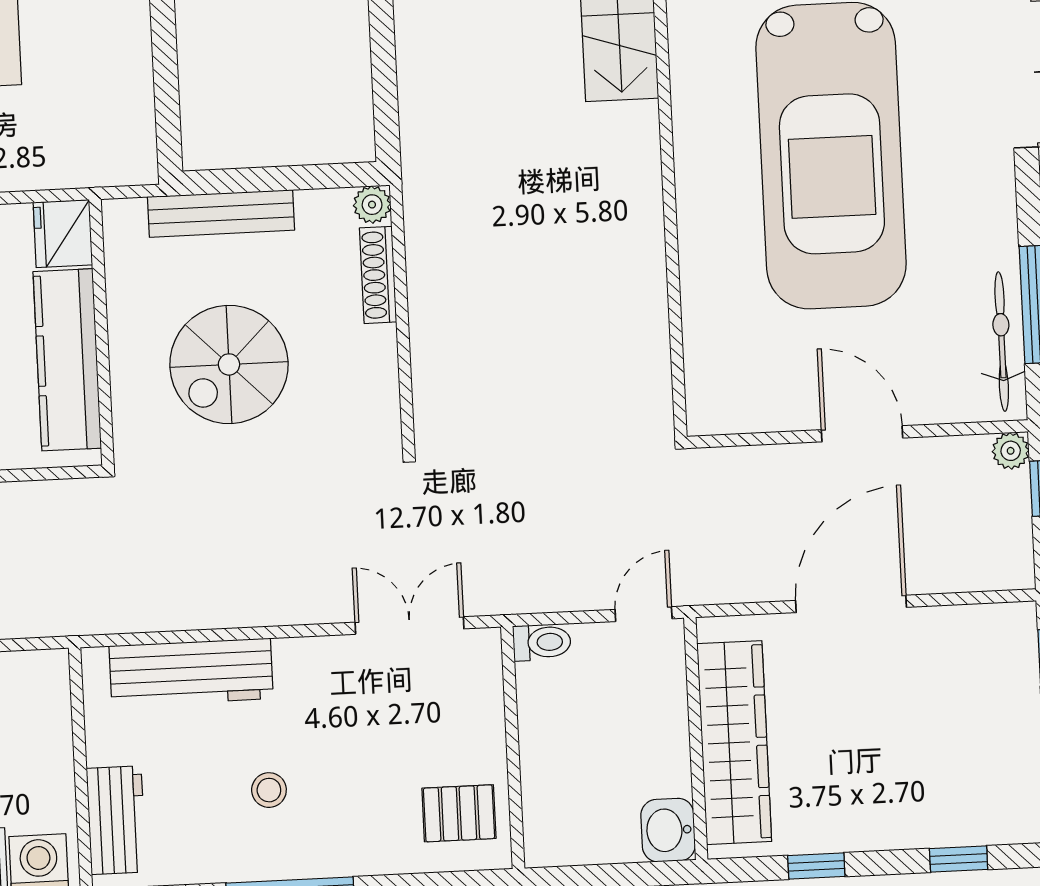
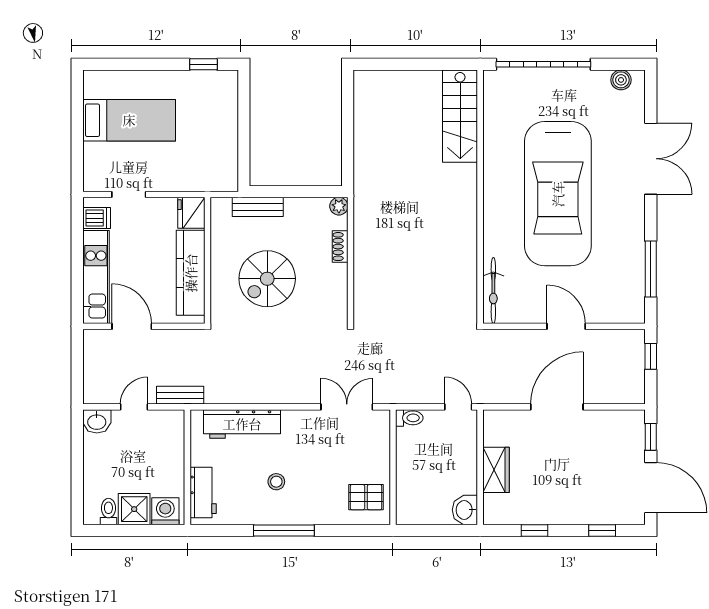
bench: (221, 213) -> (258, 207), width x0.73
shoe rack: (378, 275) -> (340, 247), width x0.70
bicycle: (1002, 342) -> (493, 291), moved, turned 180
plant: (1011, 451) -> (636, 338), removed
door: (644, 614) -> (458, 407), hinge flipped
bench: (58, 618) -> (180, 395), added
wardrobe: (734, 743) -> (496, 470), width x0.48, depth x0.85

